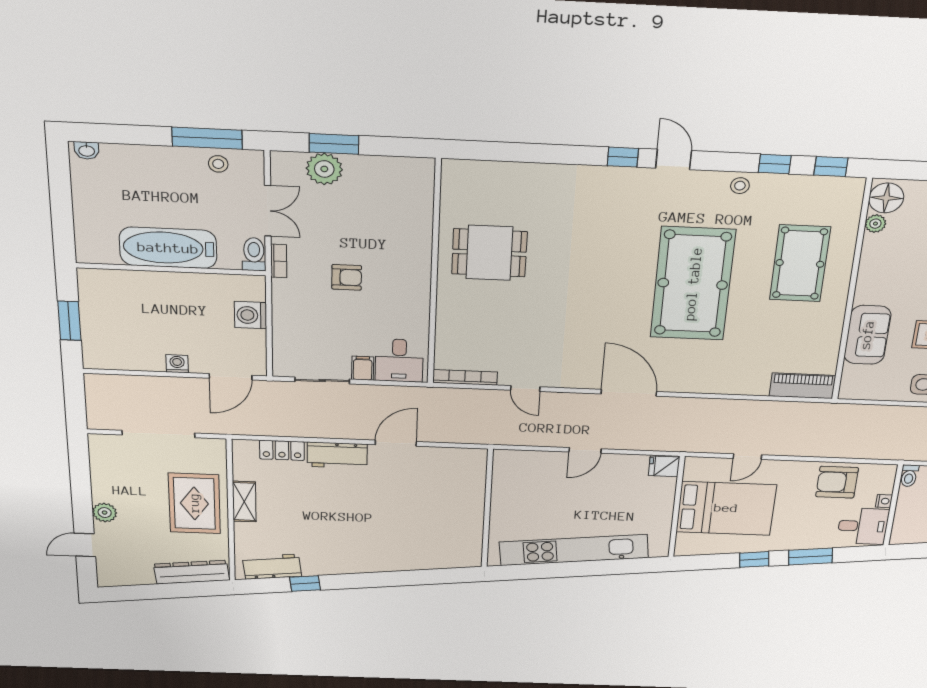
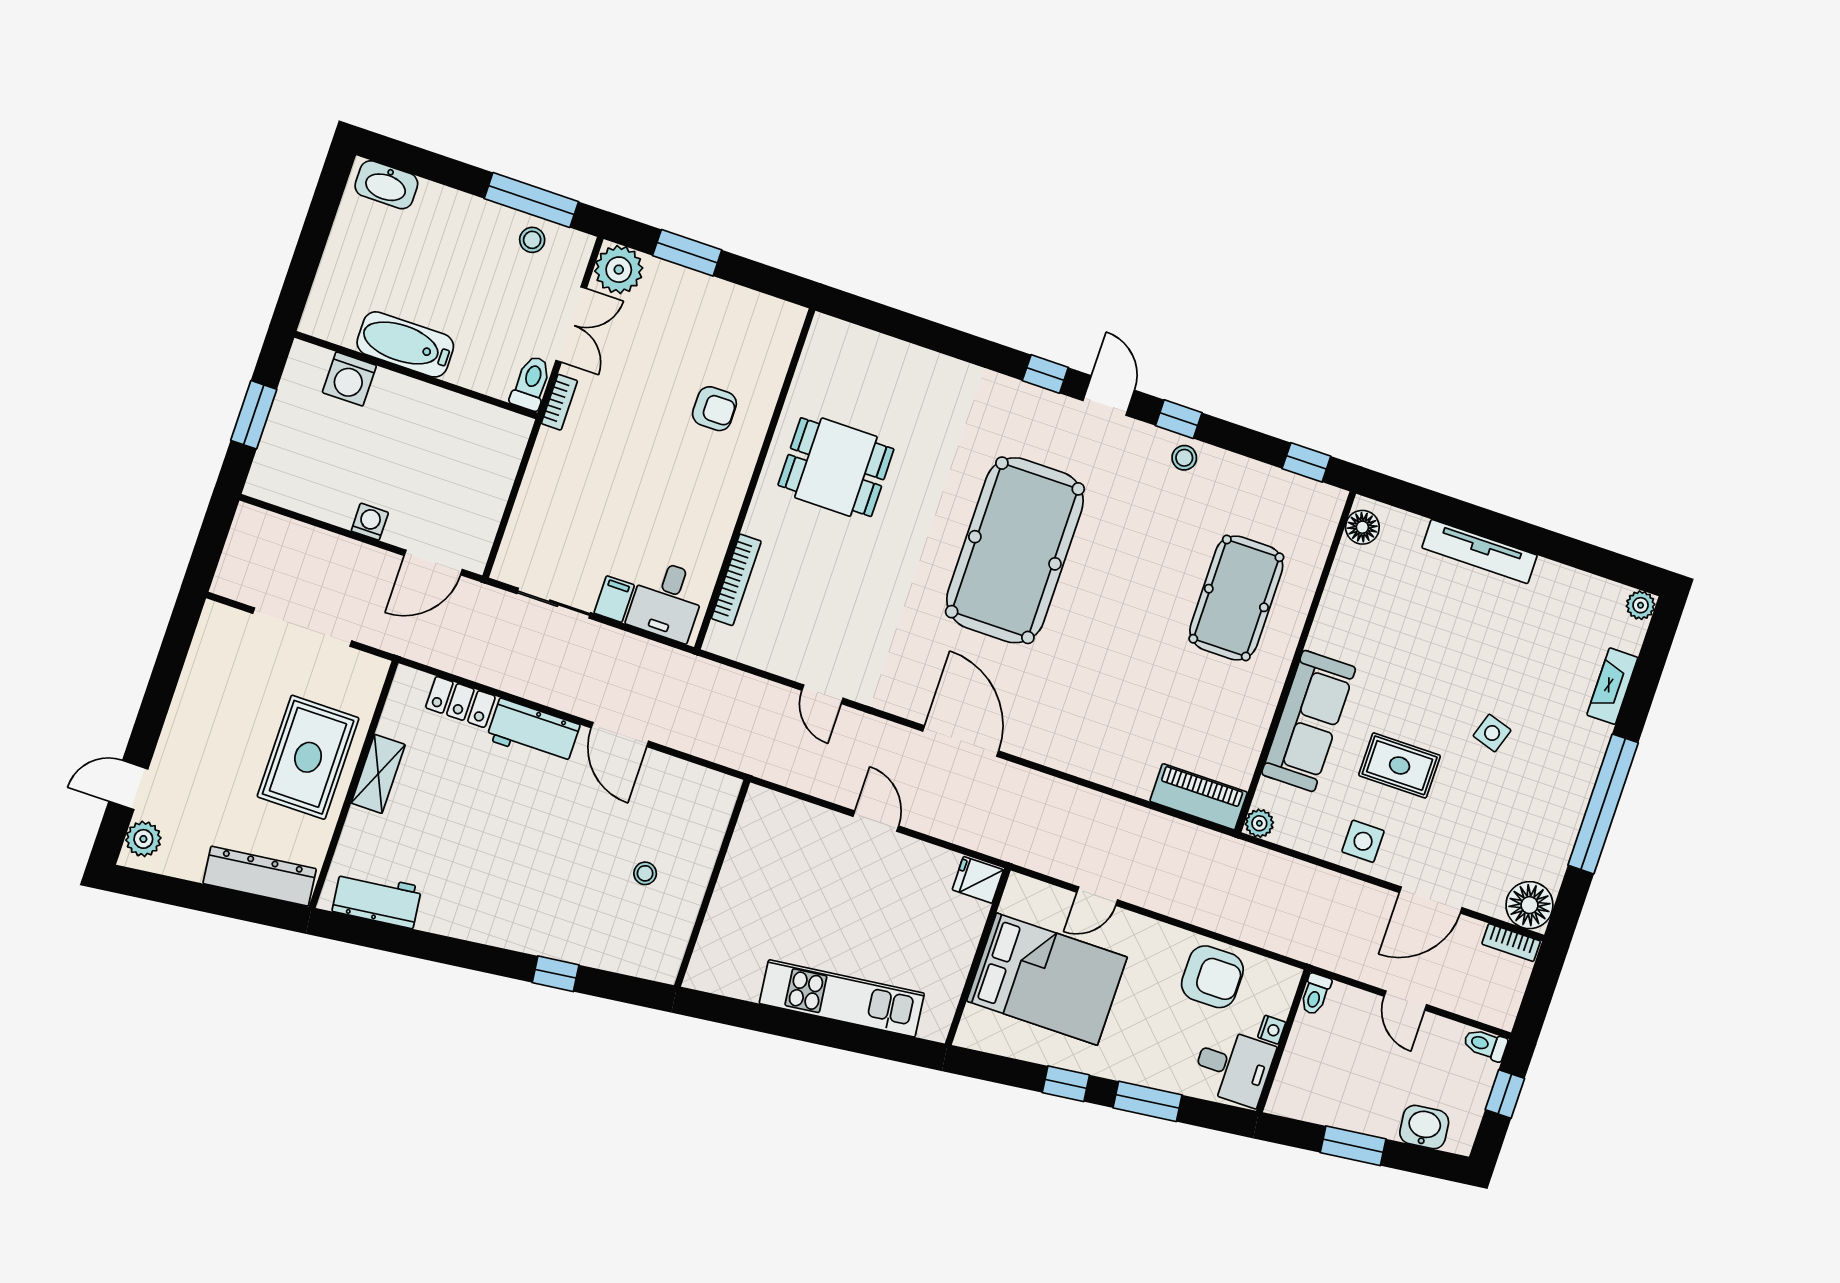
washbasin: (87, 150) -> (386, 185), width x1.91, depth x1.45
window: (775, 164) -> (1179, 419), moved
plant: (324, 169) -> (619, 270), moved
floor lamp: (886, 198) -> (1362, 527), width x0.73, depth x0.73
plant: (875, 224) -> (1259, 823), moved
bathtub: (168, 248) -> (405, 344), width x0.73, depth x0.73
armchair: (347, 277) -> (714, 409), moved
pool table: (693, 284) -> (1015, 550), moved
washing machine: (251, 315) -> (349, 379), moved, turned -90
sofa: (867, 335) -> (1309, 721), width x1.36
bookcase: (465, 377) -> (736, 580), moved, turned 90
door: (396, 443) -> (620, 735), swing flipped
door: (585, 450) -> (876, 821), swing flipped
armchair: (837, 482) -> (1212, 977), turned 180
plant: (105, 513) -> (143, 839), moved
stool: (441, 514) -> (645, 873), added
kitchen unit: (574, 550) -> (842, 998), width x0.73
window: (305, 584) -> (556, 974), moved

